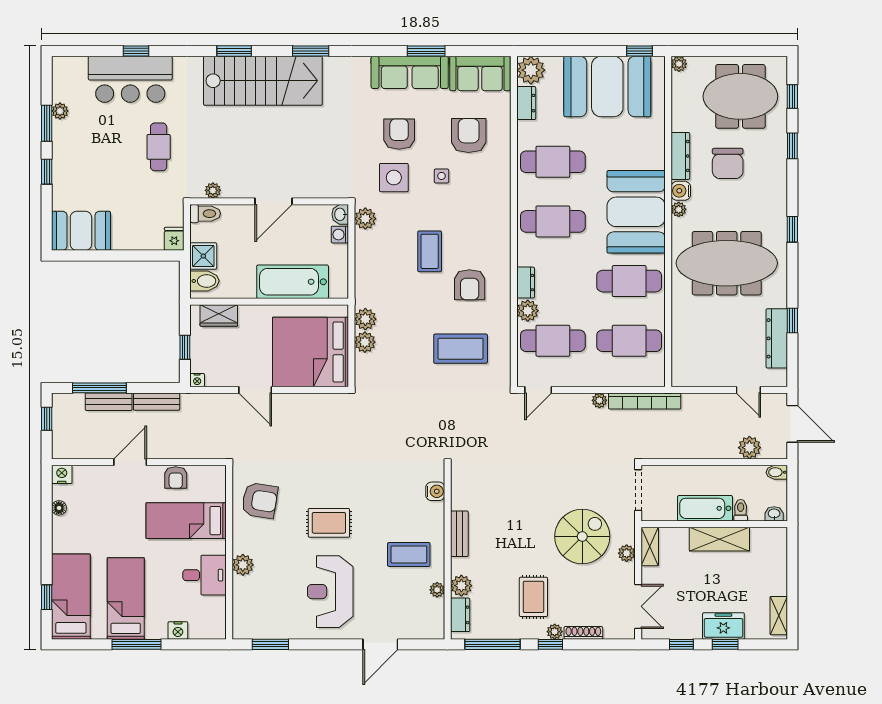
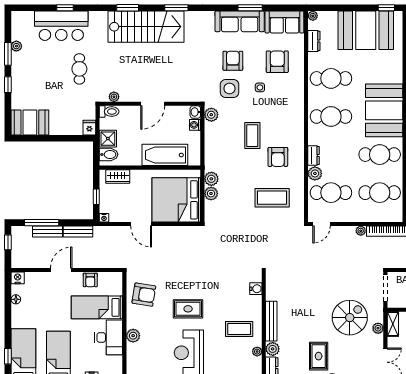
plant: (531, 70) -> (313, 16), width x0.53, depth x0.53
bench: (459, 534) -> (271, 321), width x1.36
desk: (204, 575) -> (109, 337), width x1.37

